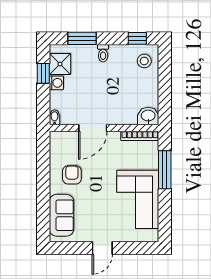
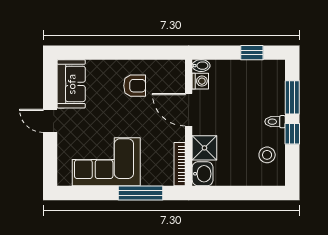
window: (137, 38) -> (292, 134), moved
stool: (144, 61) -> (267, 155), moved
shower: (60, 64) -> (204, 148), moved
washing machine: (56, 83) -> (200, 81), moved, turned -90
sofa: (61, 215) -> (71, 84), moved, turned -90

